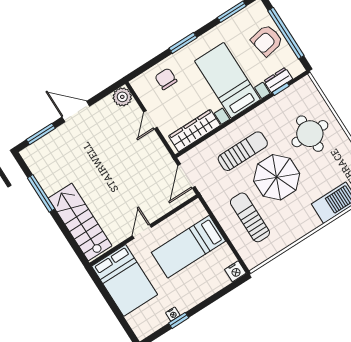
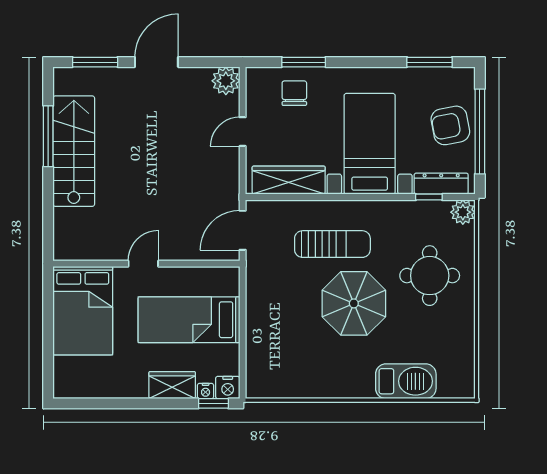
window: (183, 43) -> (304, 62), moved
dresser: (278, 80) -> (441, 184), width x1.44
plant: (306, 85) -> (463, 212), added
door: (76, 112) -> (156, 62), hinge flipped
sun lounger: (250, 217) -> (289, 332), removed
stairs: (80, 222) -> (74, 151), moved
wardrobe: (203, 290) -> (172, 385), added
nightstand: (173, 314) -> (206, 391), moved
window: (179, 320) -> (213, 403), moved

